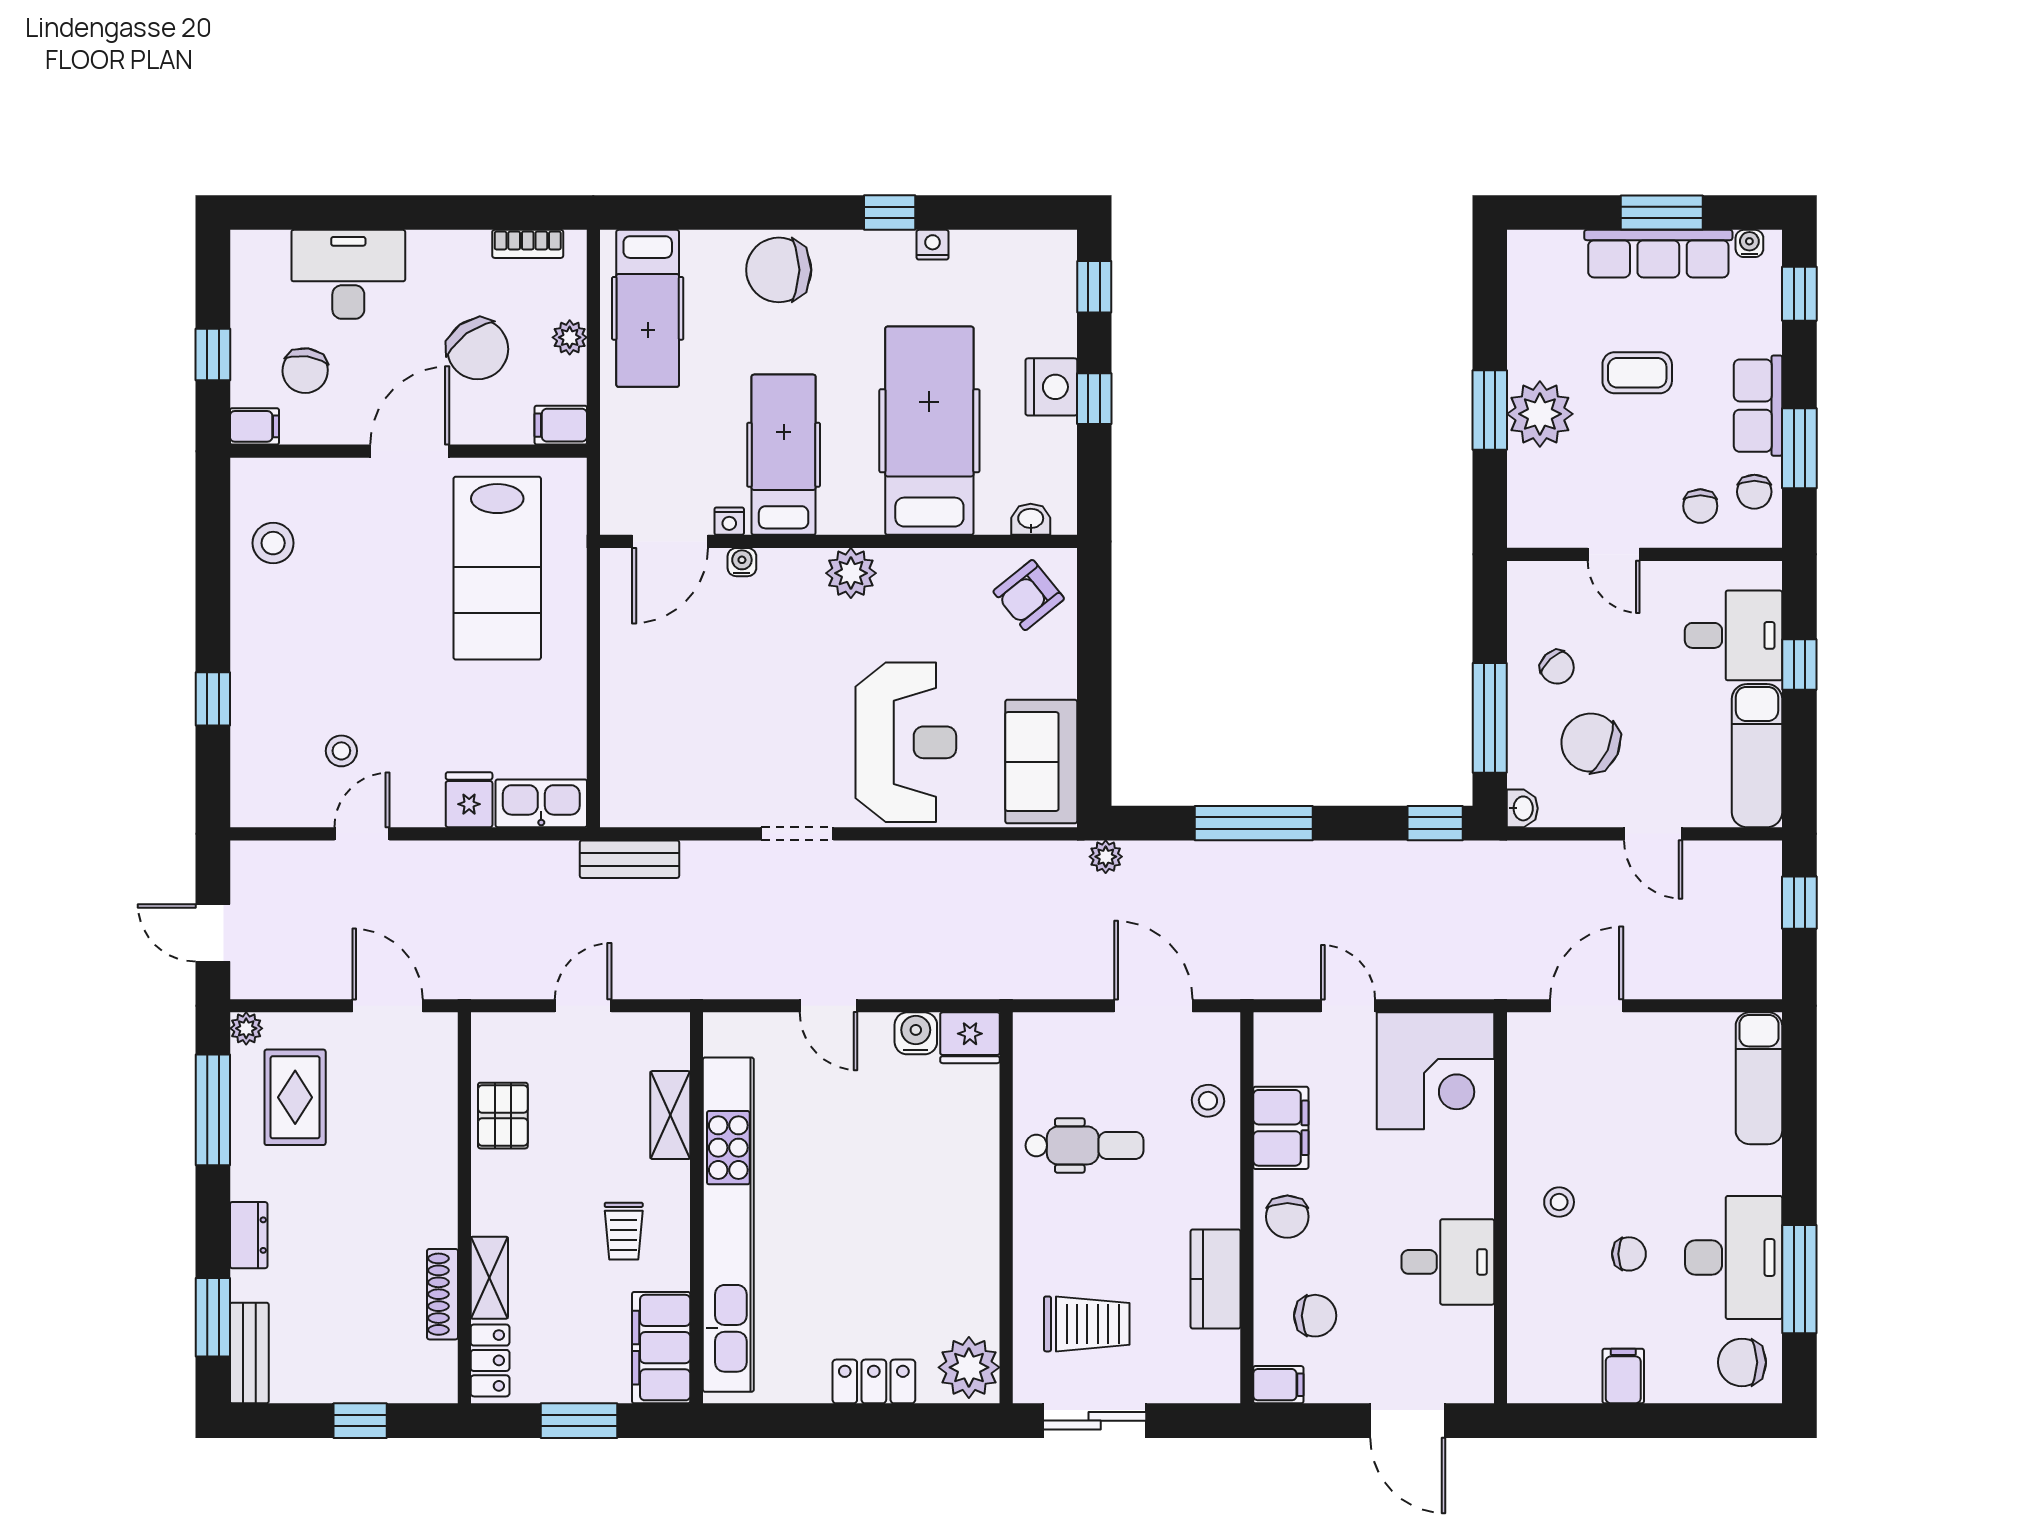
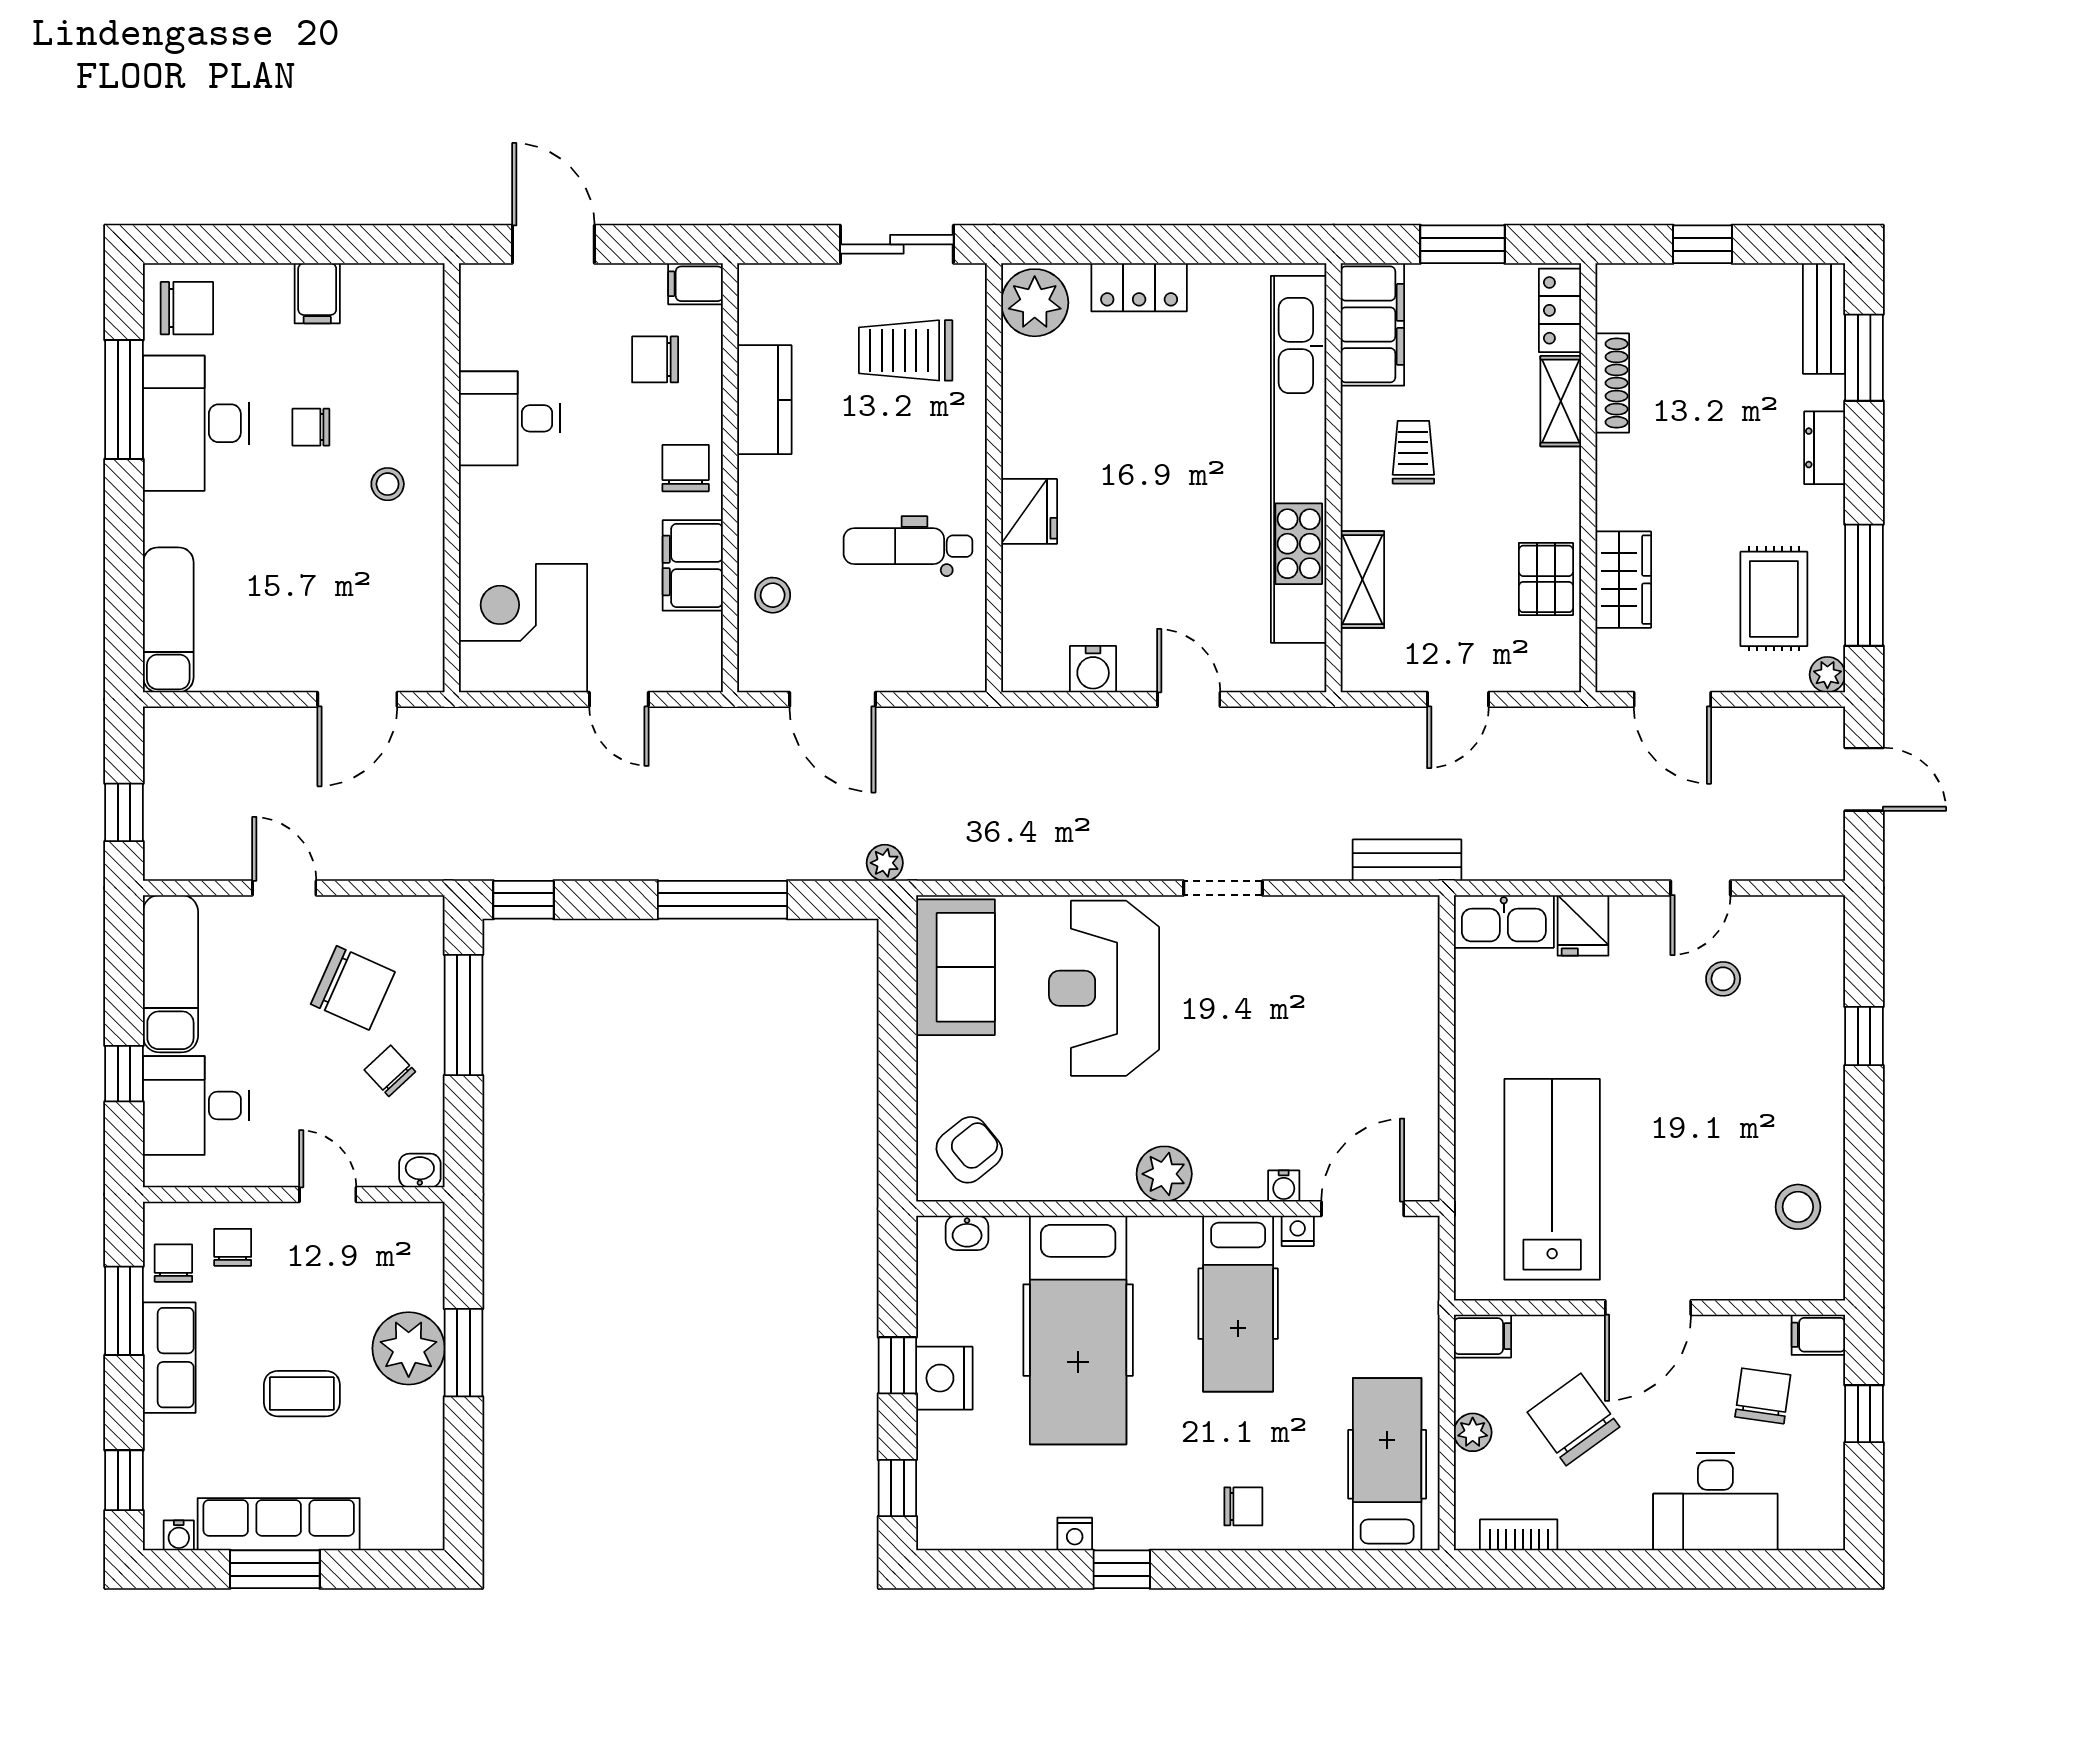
chair: (779, 270) -> (1243, 1506), width x0.54, depth x0.54
washbasin: (1522, 808) -> (420, 1171), moved, turned 90
fridge: (970, 1038) -> (1029, 511), moved, turned 90
wardrobe: (432, 1115) -> (1623, 580), added

